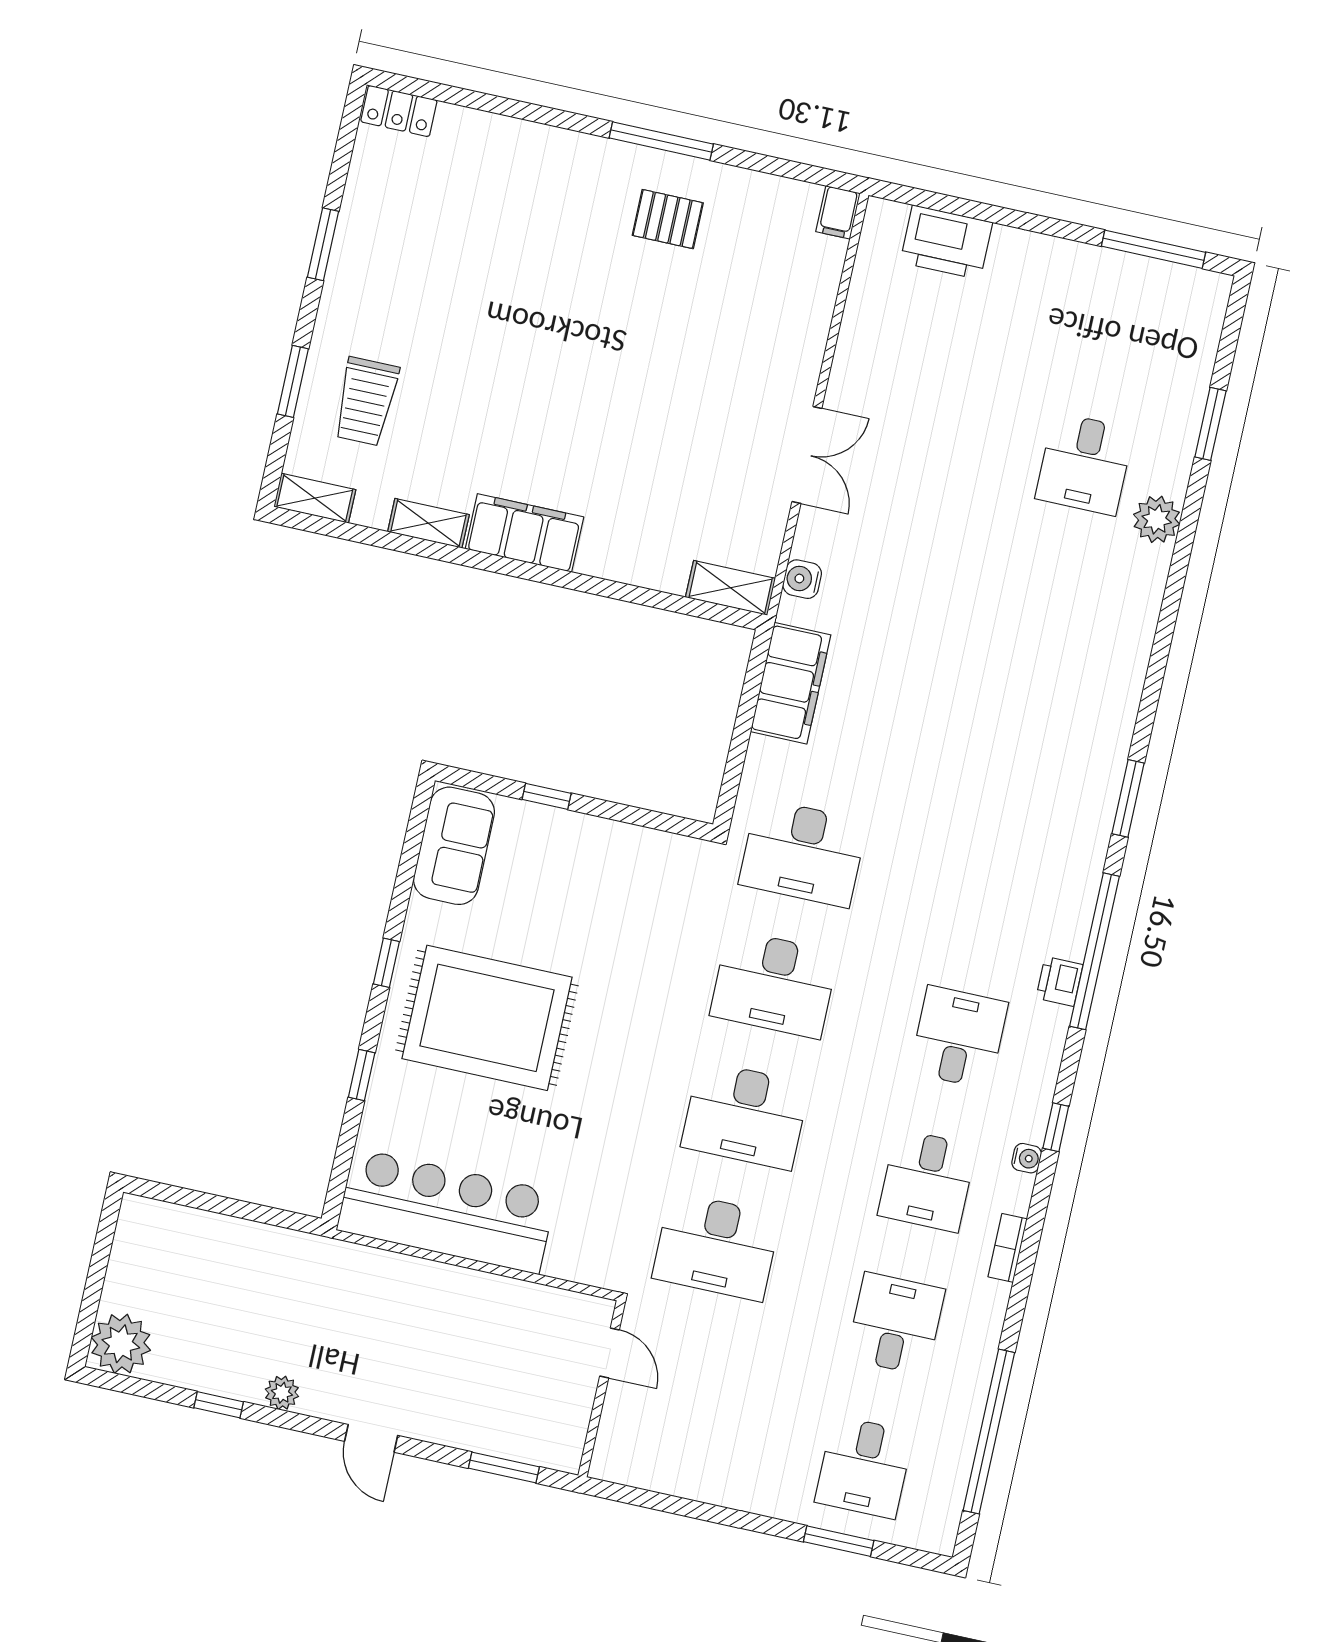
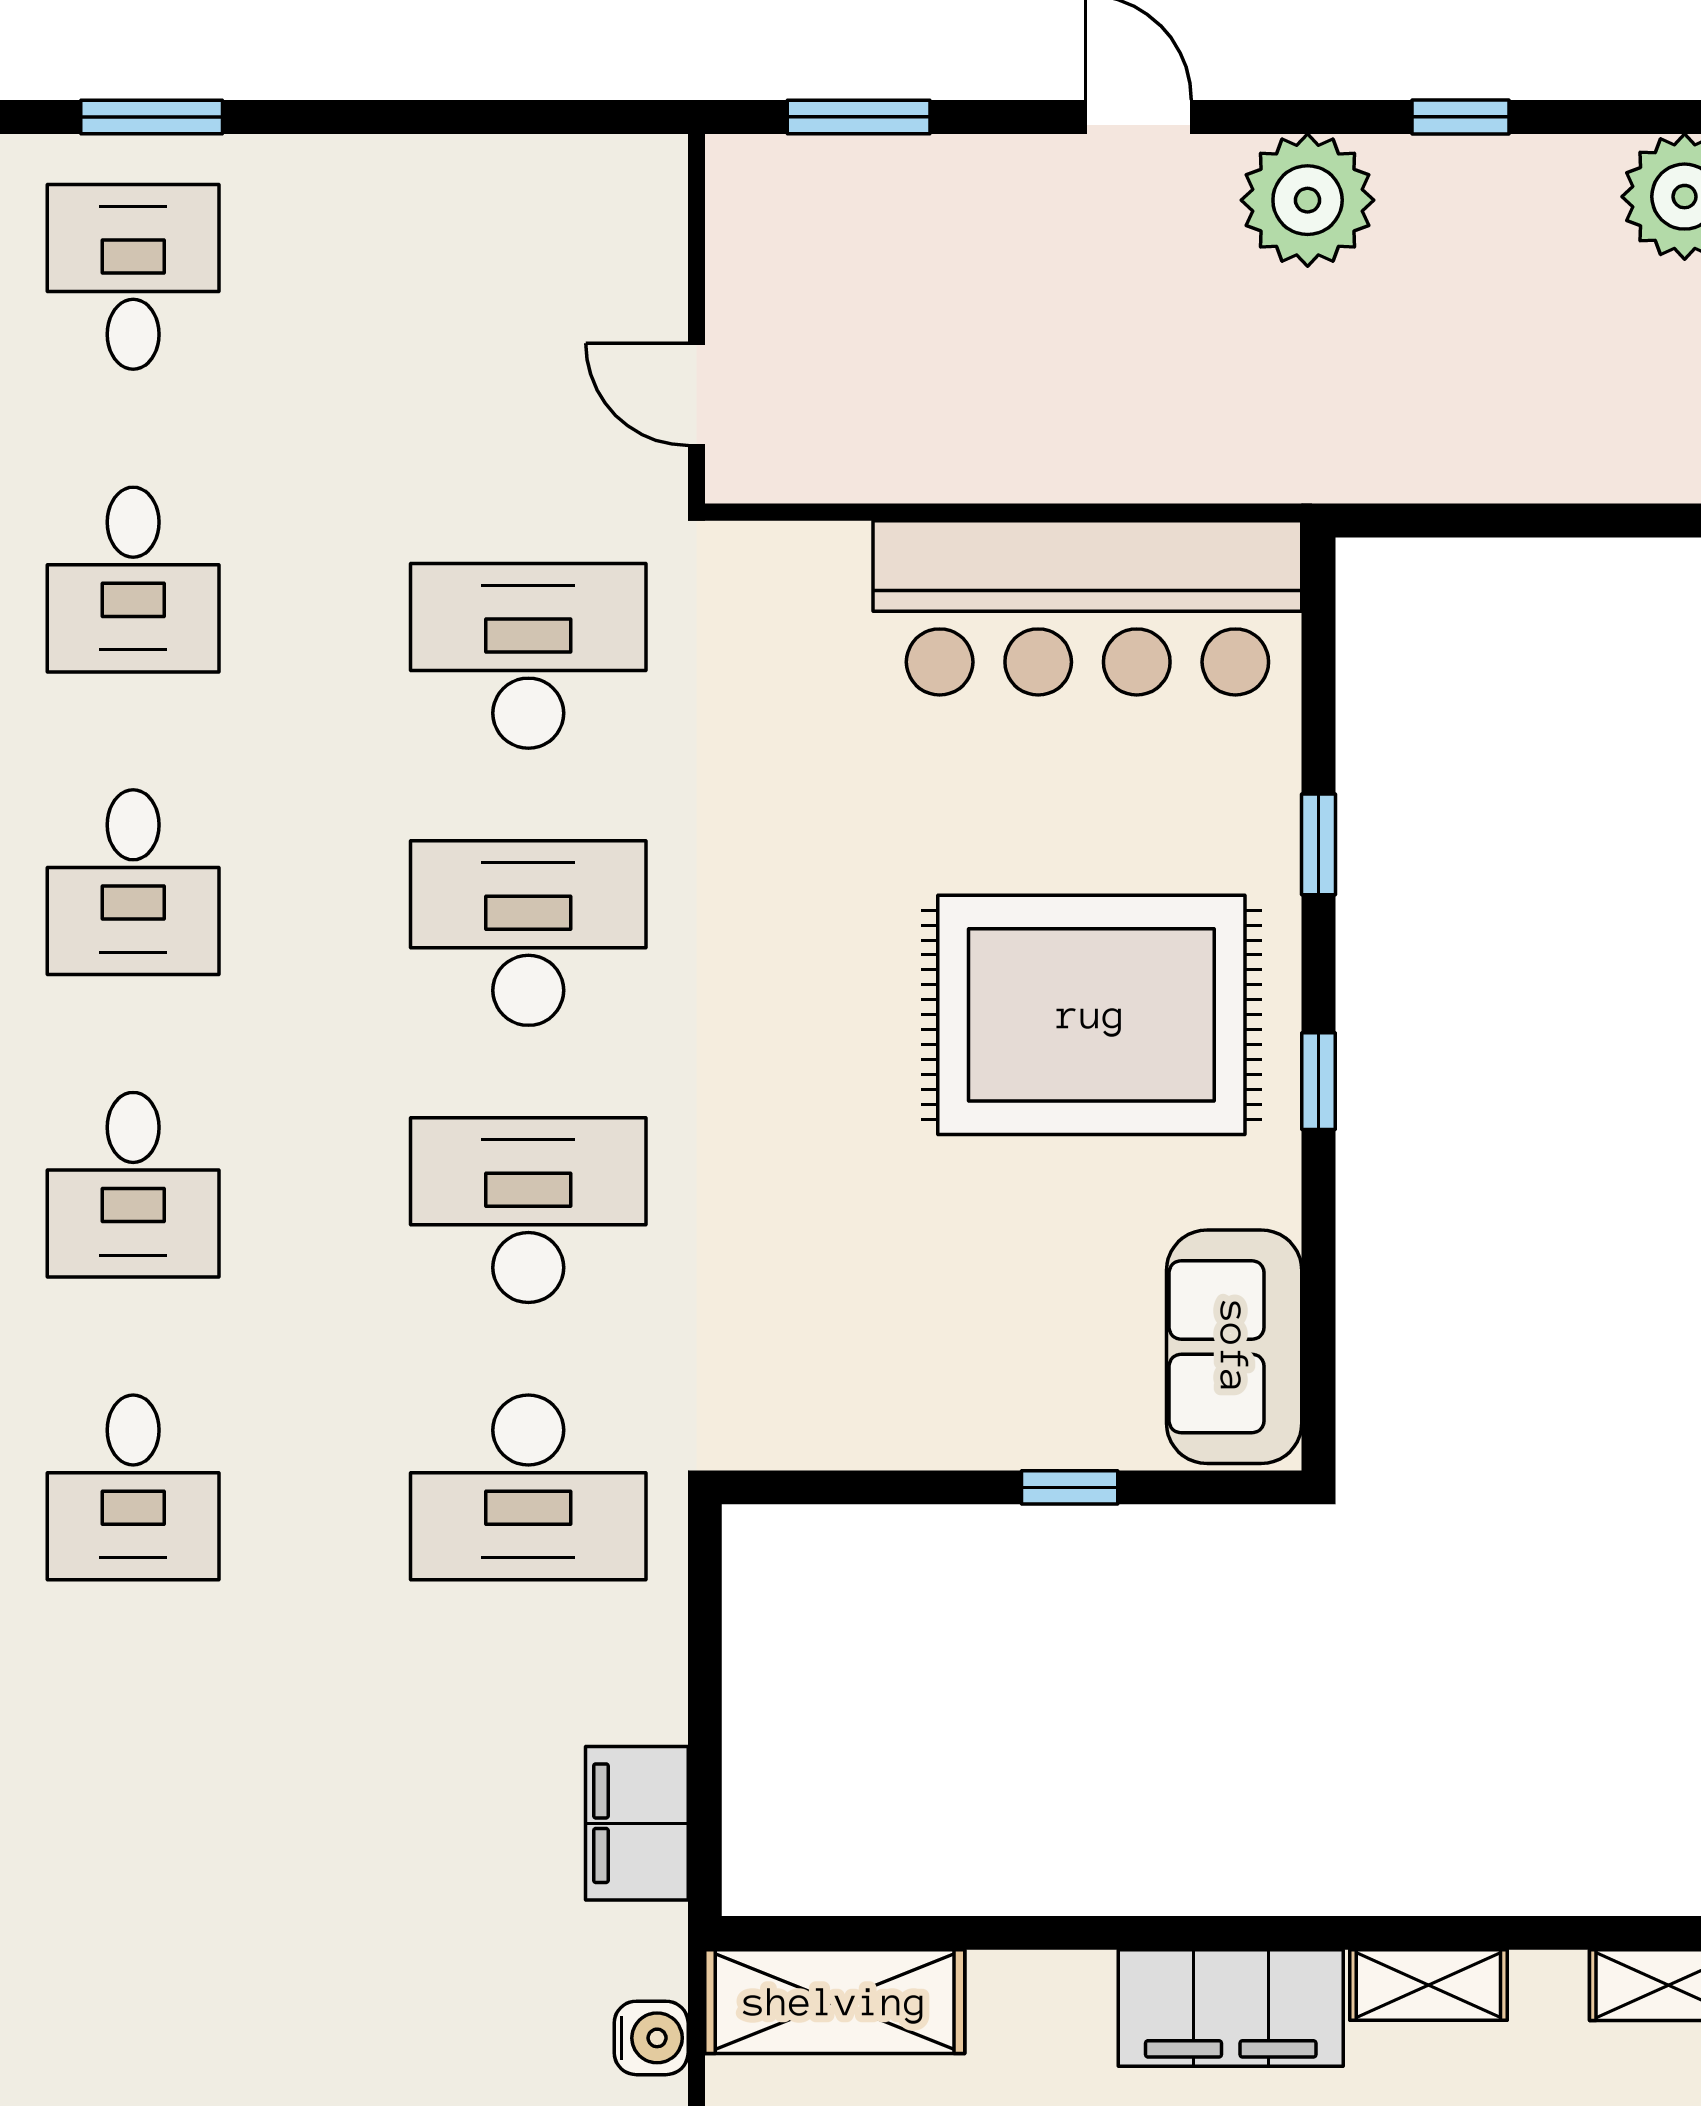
shelving: (731, 588) -> (835, 2002), width x1.50, depth x1.33
filing cabinet: (791, 683) -> (637, 1823), width x0.67, depth x0.86
desk: (803, 853) -> (528, 1487), turned 180
desk: (990, 894) -> (133, 1487), added
desk: (927, 1181) -> (133, 882), turned 180
plant: (282, 1393) -> (1308, 200), width x1.87, depth x1.87

